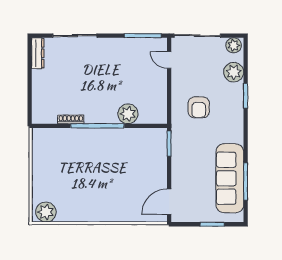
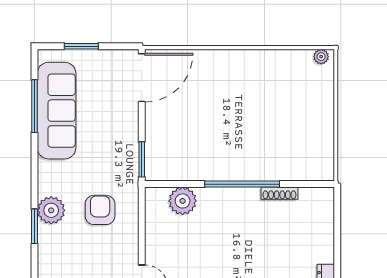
plant: (234, 72) -> (51, 210), moved
plant: (128, 114) -> (183, 201), moved
door: (169, 202) -> (142, 78), width x1.36
plant: (46, 212) -> (321, 57), width x0.53, depth x0.53

